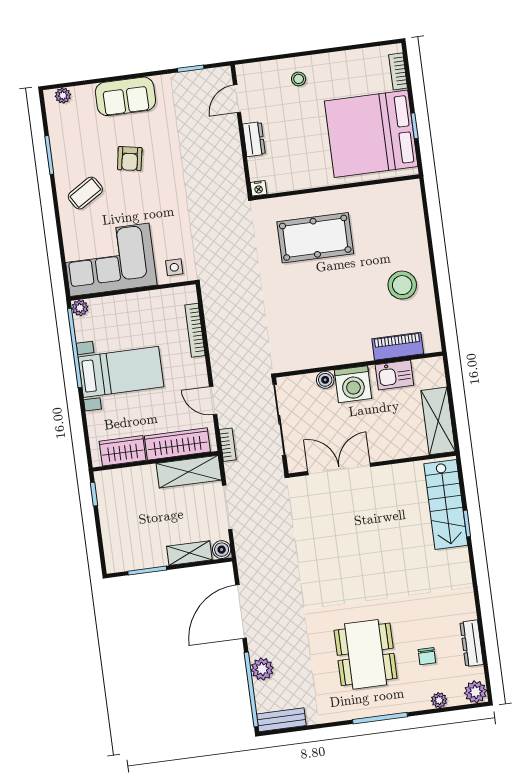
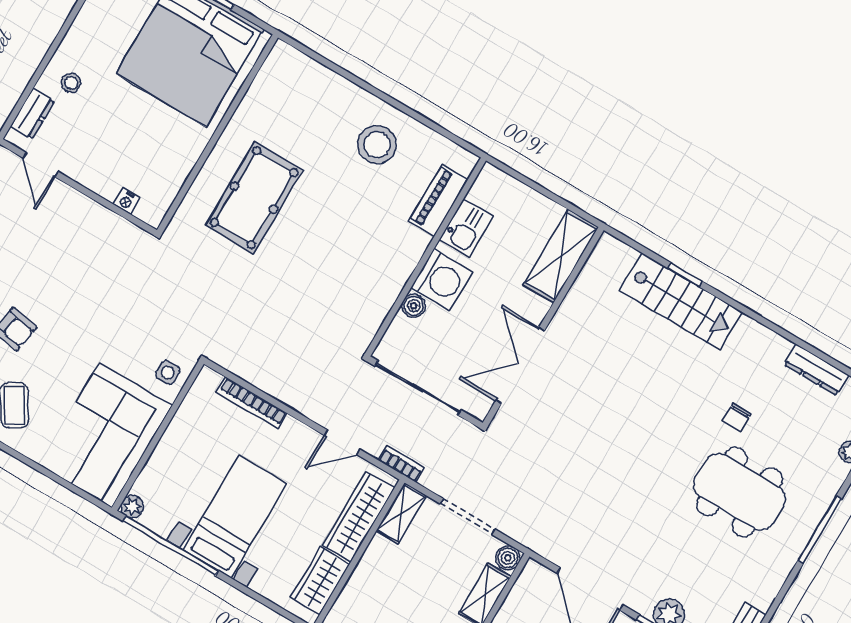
dresser: (254, 139) -> (32, 114), moved, turned 90
nightstand: (258, 188) -> (126, 201), moved, turned 90
shelving: (438, 421) -> (561, 256), moved, turned 90
shelving: (189, 472) -> (401, 513), width x0.67, depth x0.75
stairs: (446, 504) -> (681, 301), moved
chair: (427, 656) -> (737, 417), moved, turned 90

